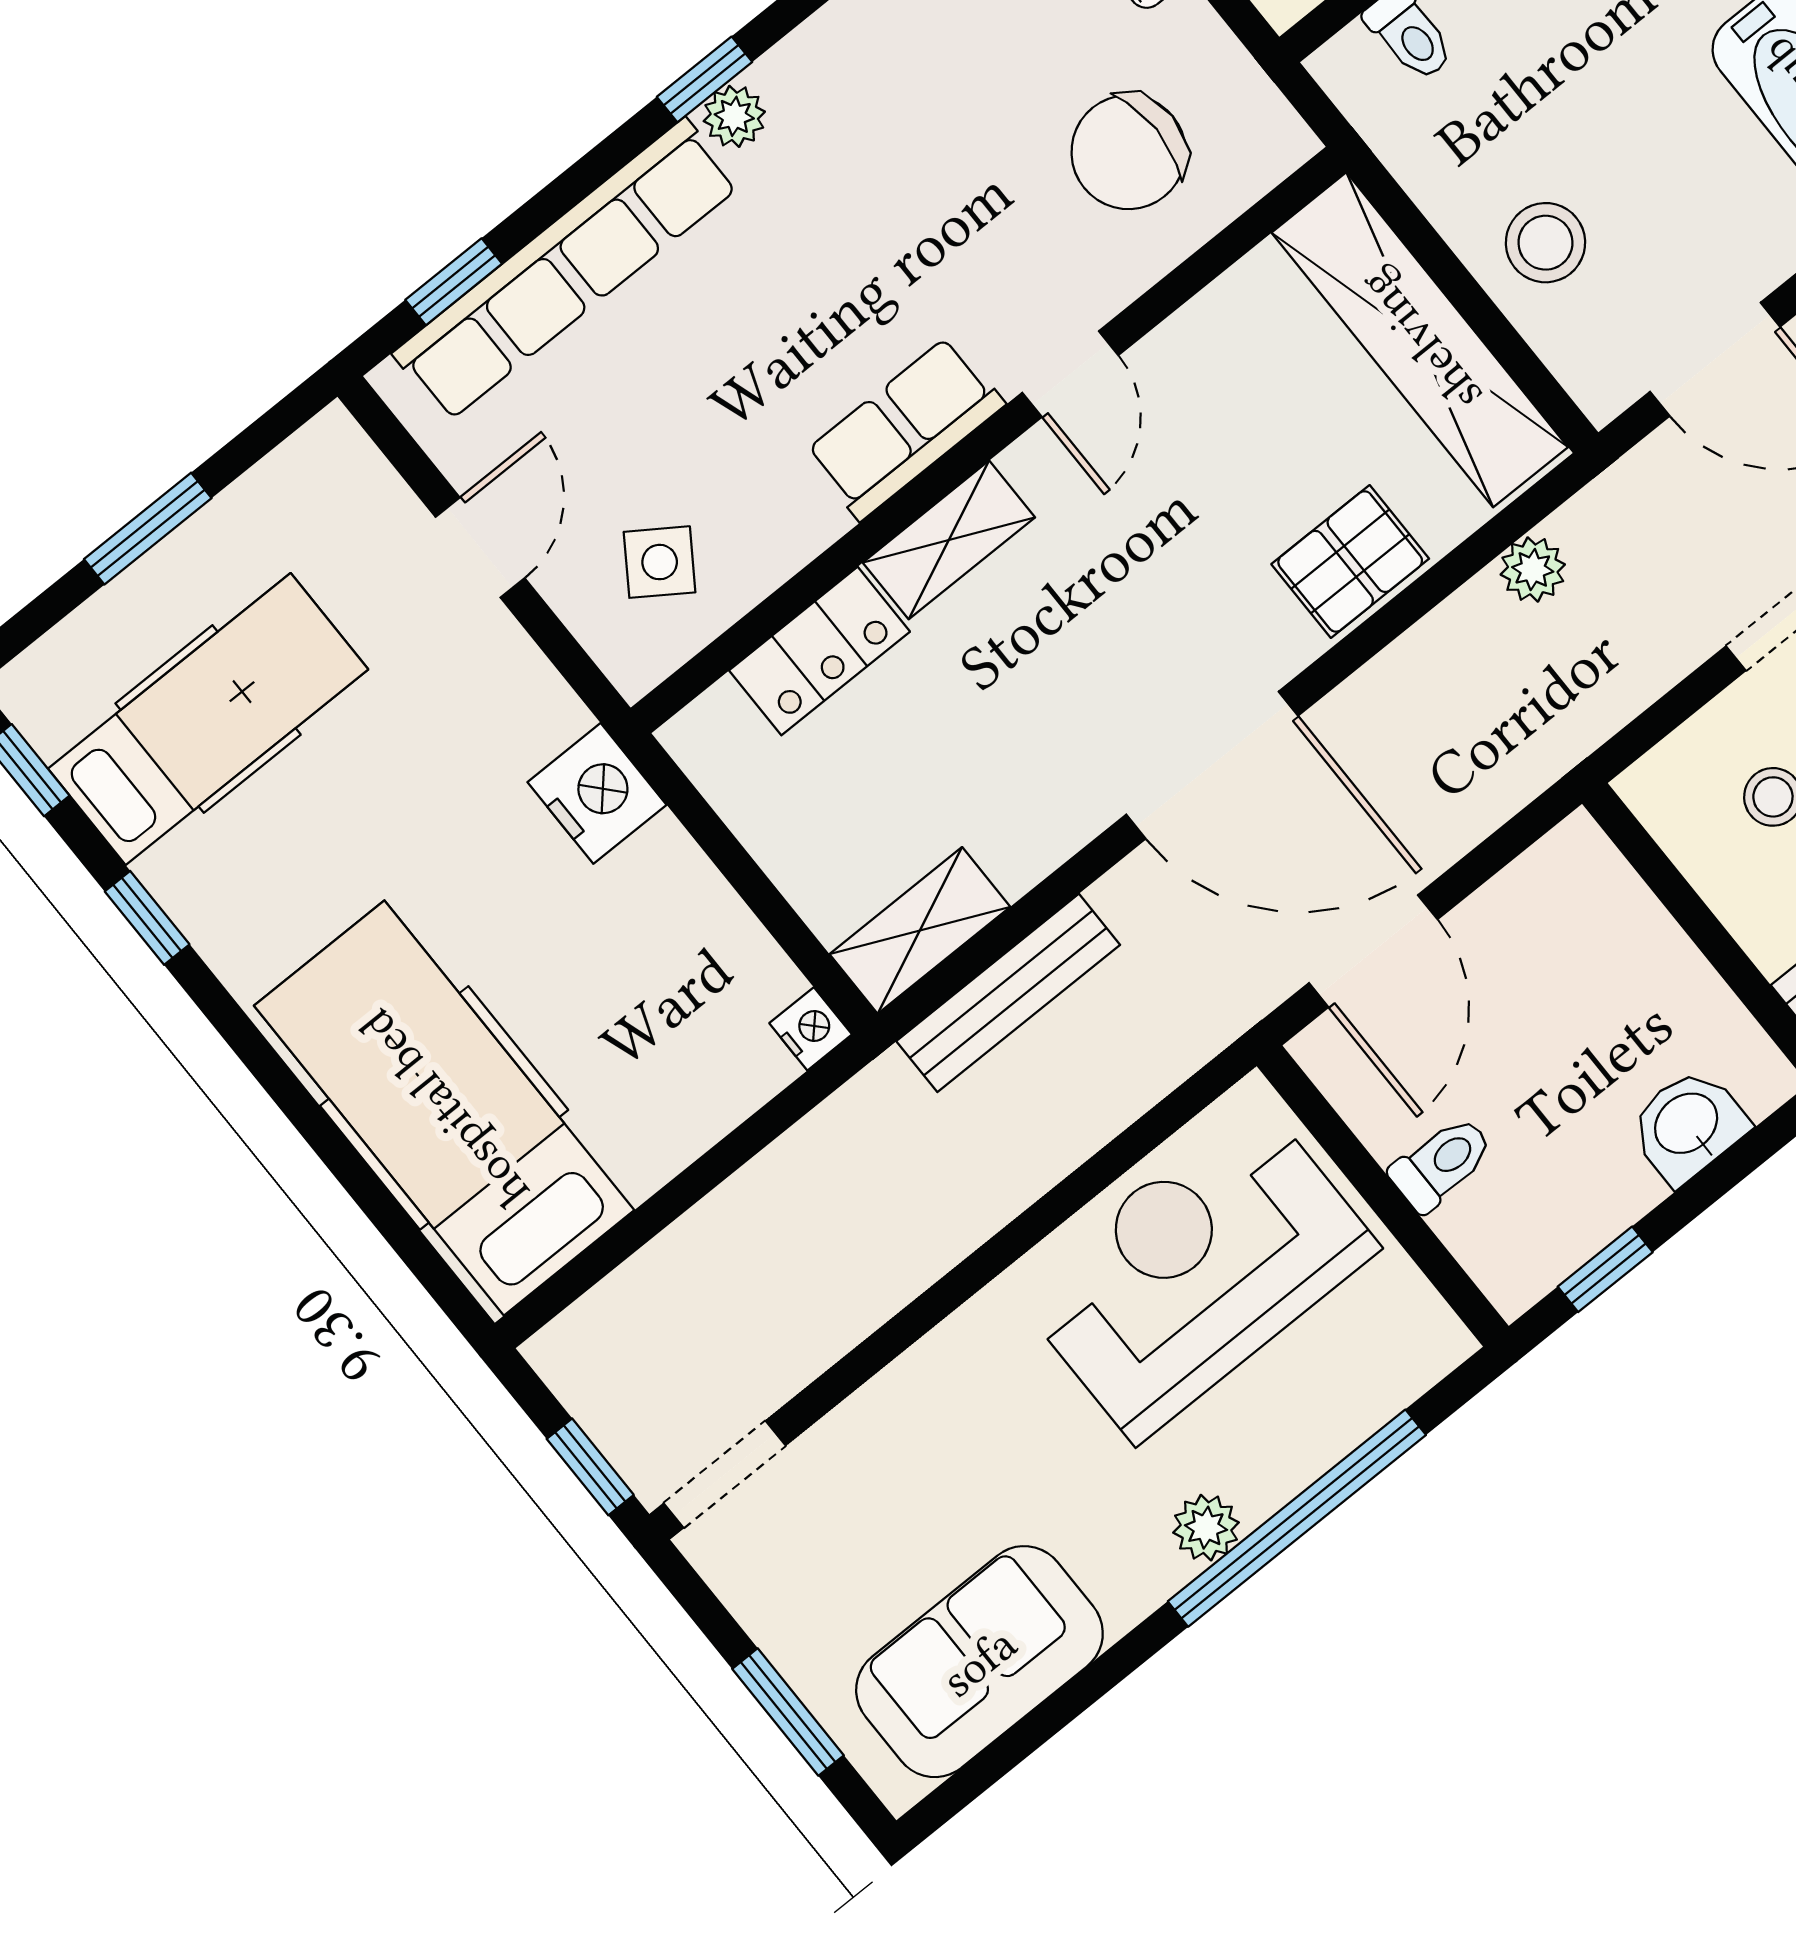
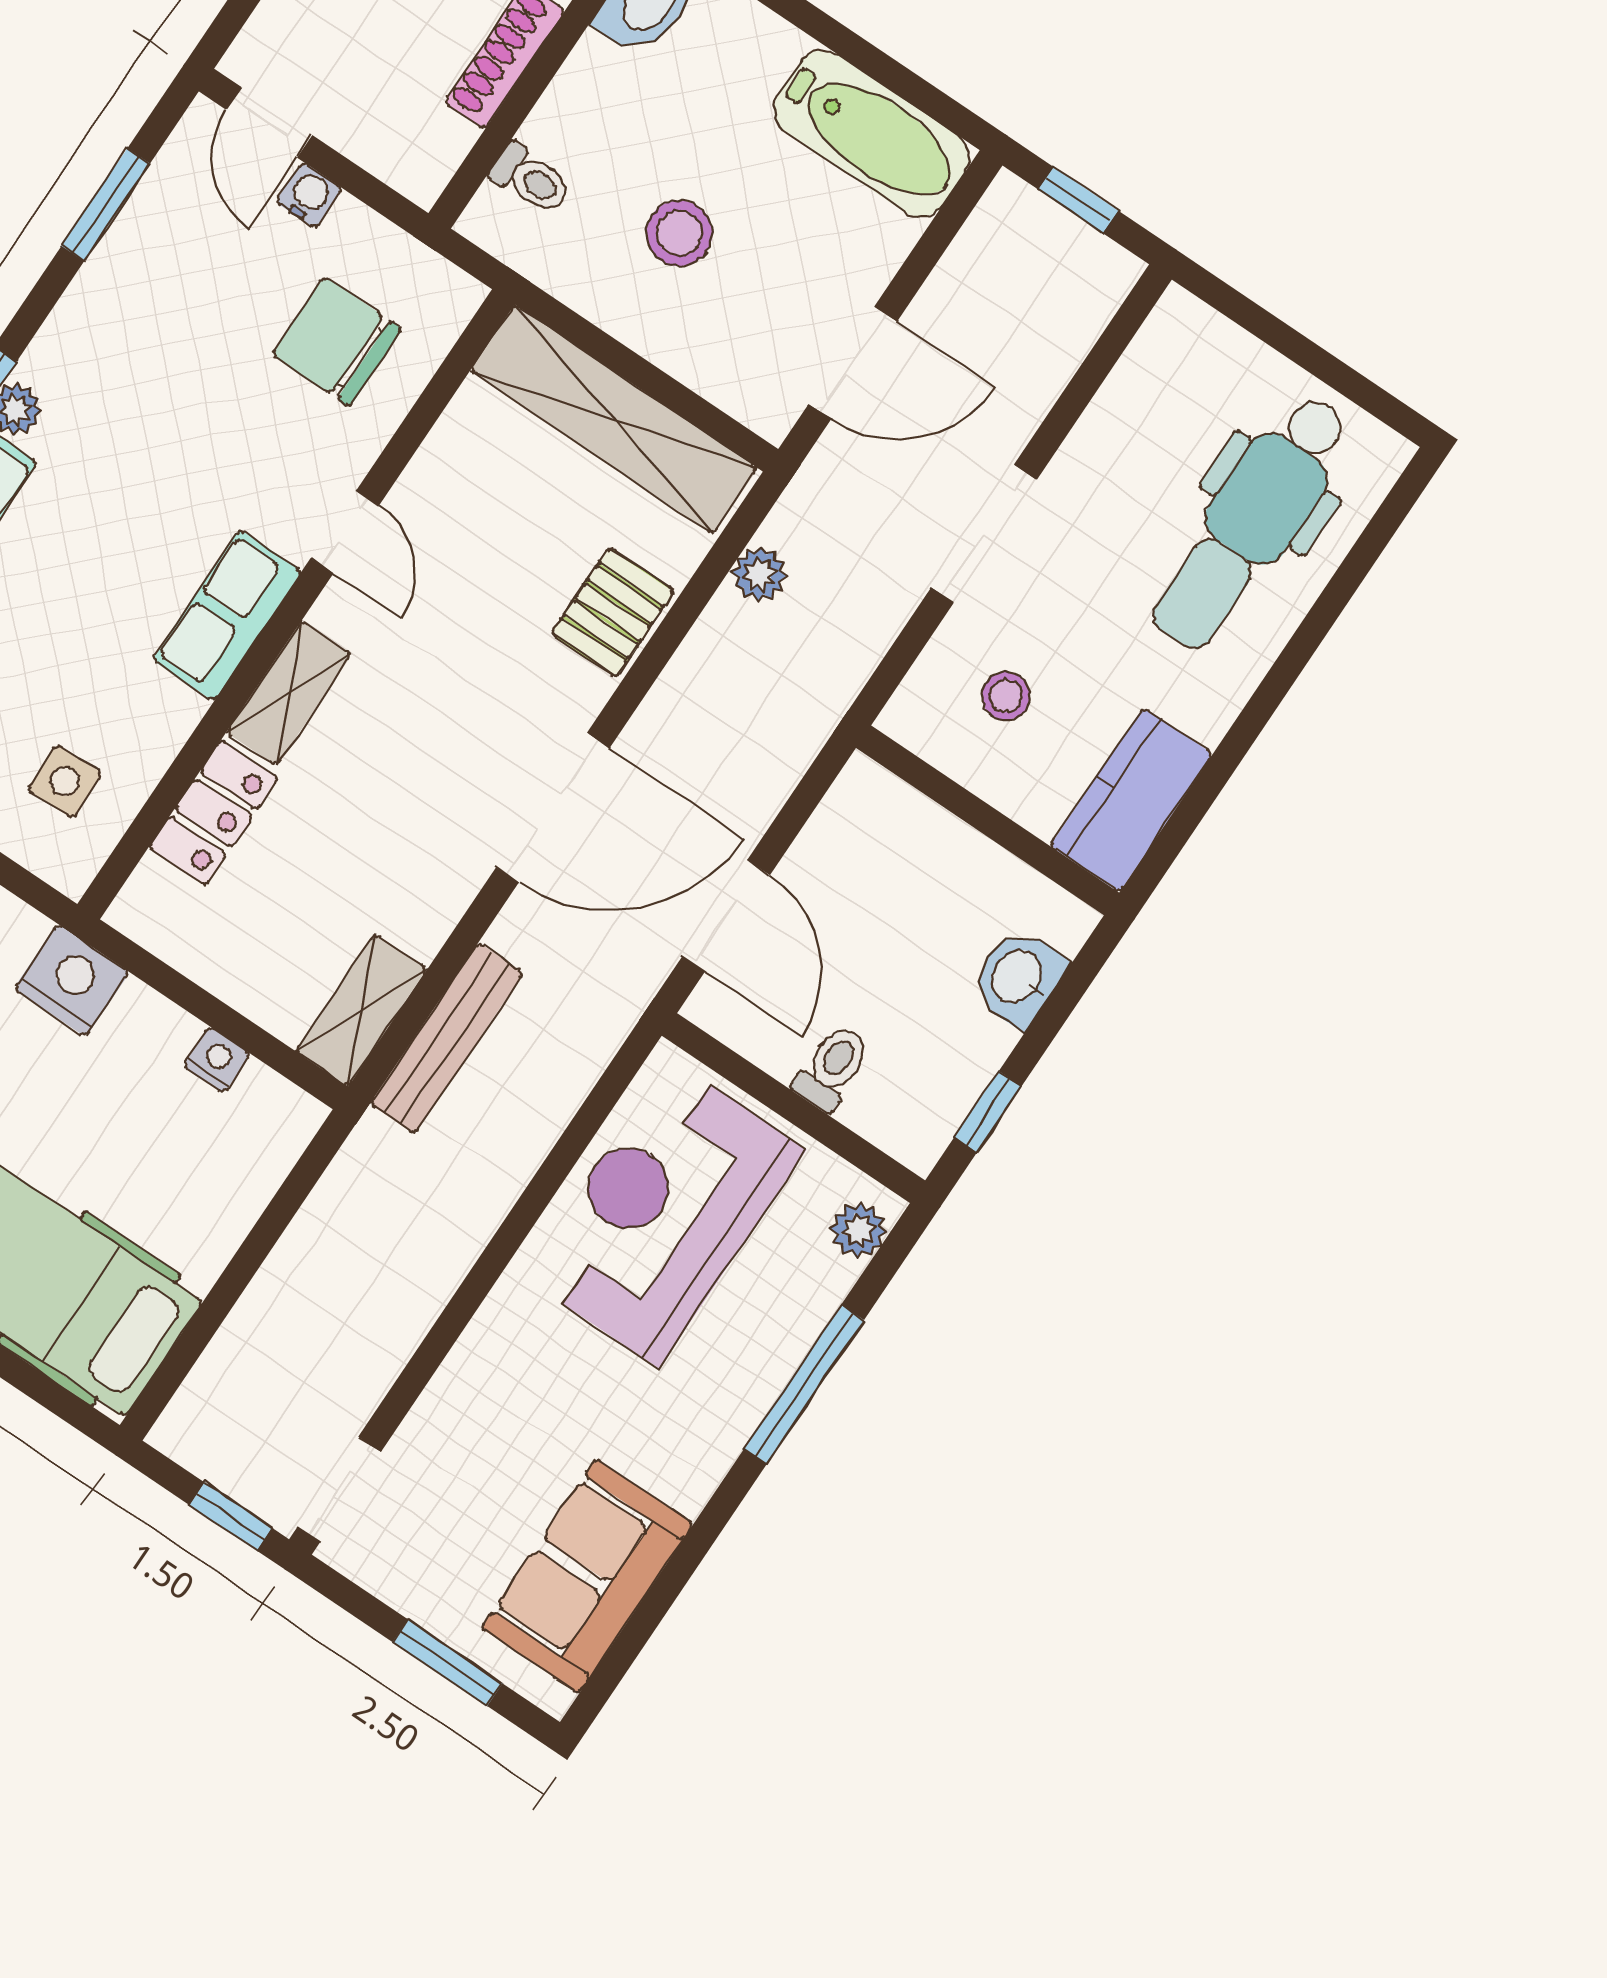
chair: (1129, 152) -> (337, 342), turned 90
stool: (1546, 243) -> (679, 233), moved
side table: (660, 562) -> (65, 781), turned -36
nightstand: (811, 1029) -> (217, 1060), moved
window: (1297, 1518) -> (804, 1385), width x0.68
plant: (1206, 1528) -> (858, 1230), moved

